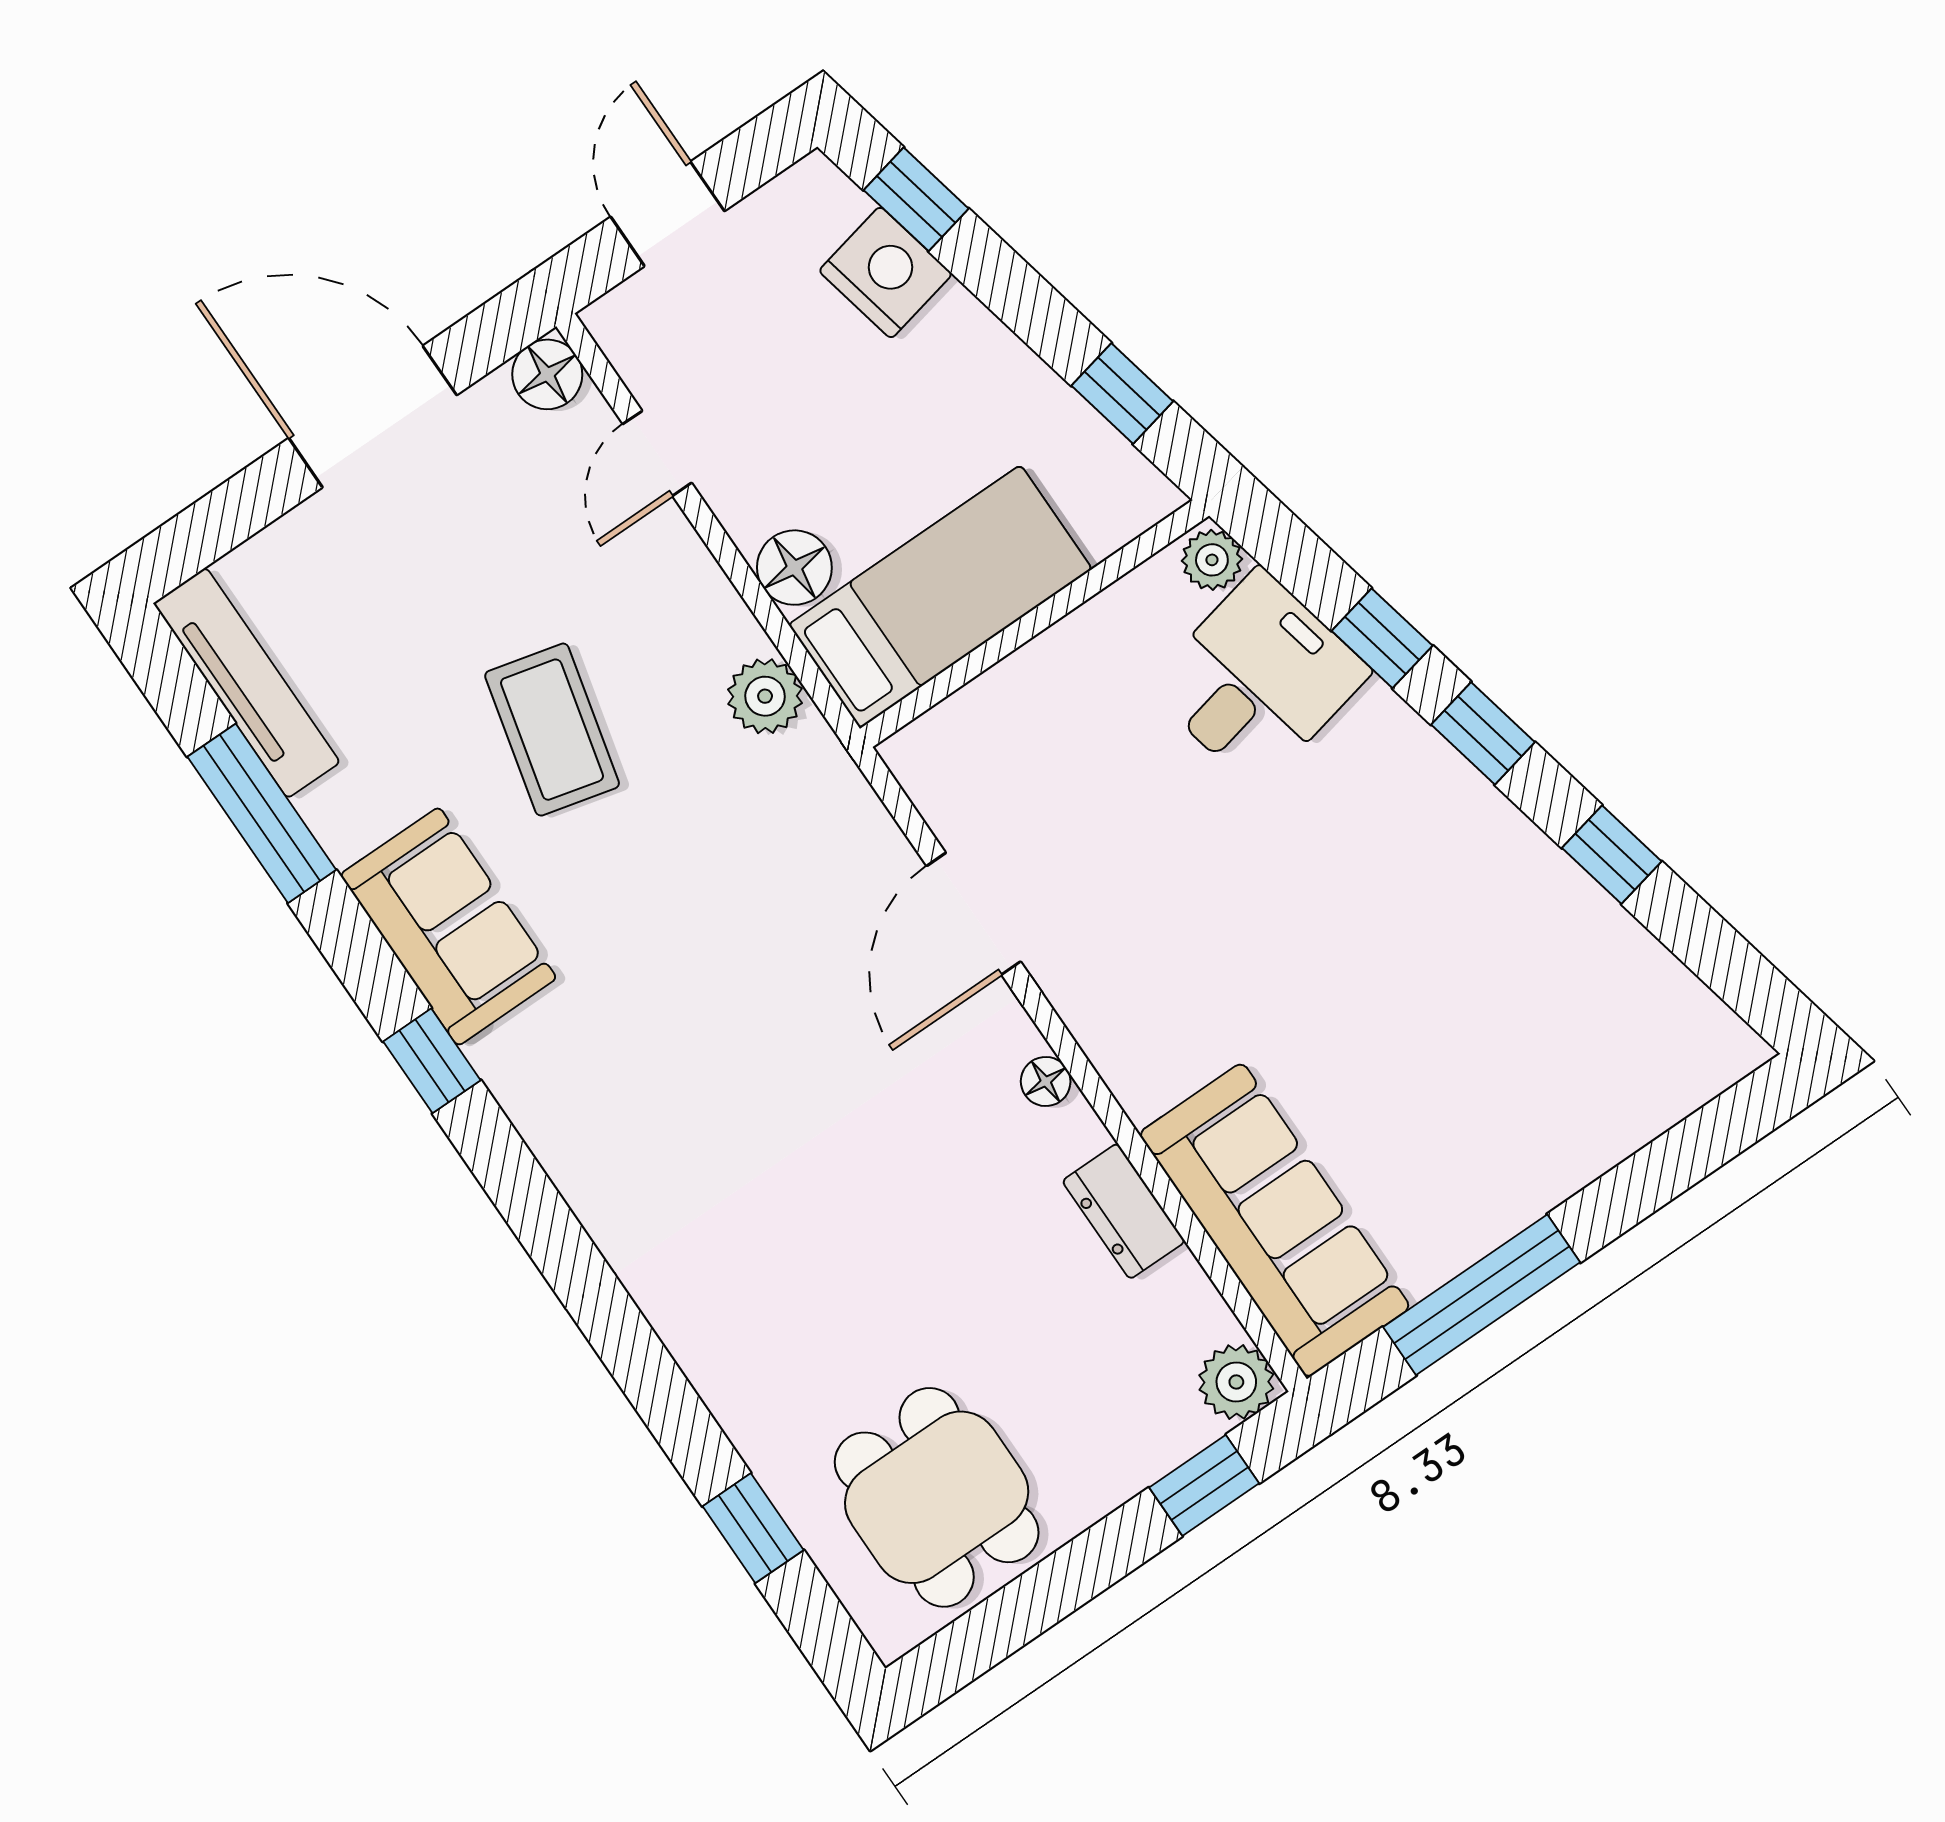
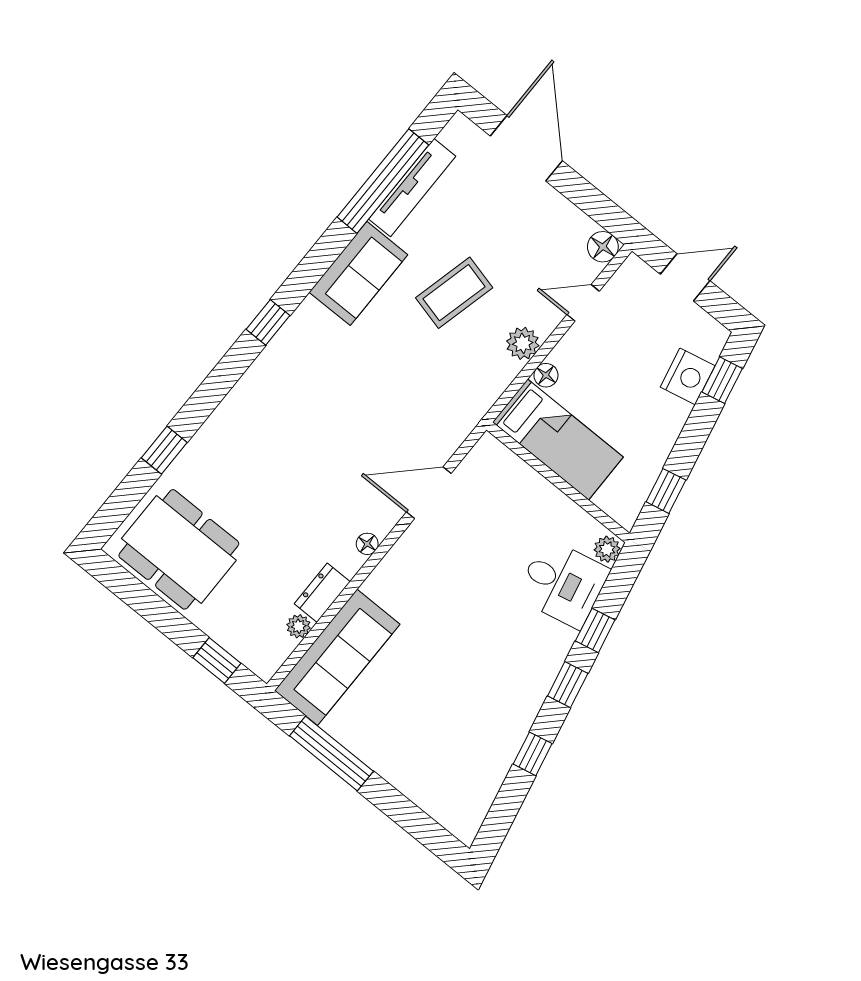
door: (373, 417) -> (526, 148), moved
floor lamp: (794, 568) -> (546, 375), width x0.73, depth x0.73
tv unit: (247, 683) -> (412, 188), moved
plant: (765, 696) -> (523, 343), moved
window: (262, 813) -> (383, 181), width x1.46
window: (432, 1061) -> (268, 322), moved
plant: (1236, 1382) -> (299, 626), moved, width x0.73, depth x0.73
dining table: (937, 1497) -> (179, 549), width x1.38
window: (753, 1528) -> (164, 450), moved

